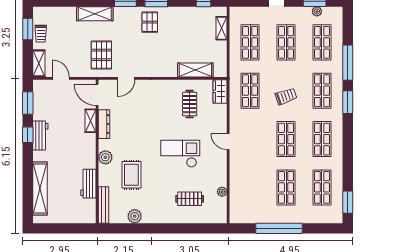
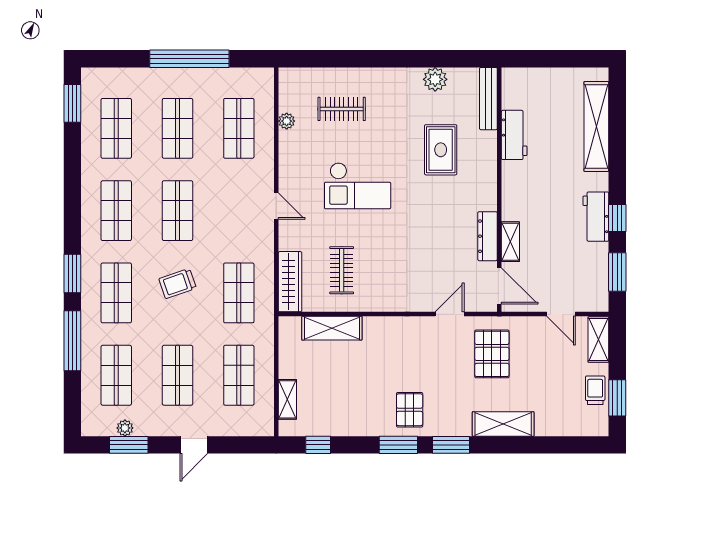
wardrobe: (220, 91) -> (290, 282), width x1.50
plant: (105, 157) -> (485, 180), removed
shop shelf: (250, 187) -> (239, 128), added

